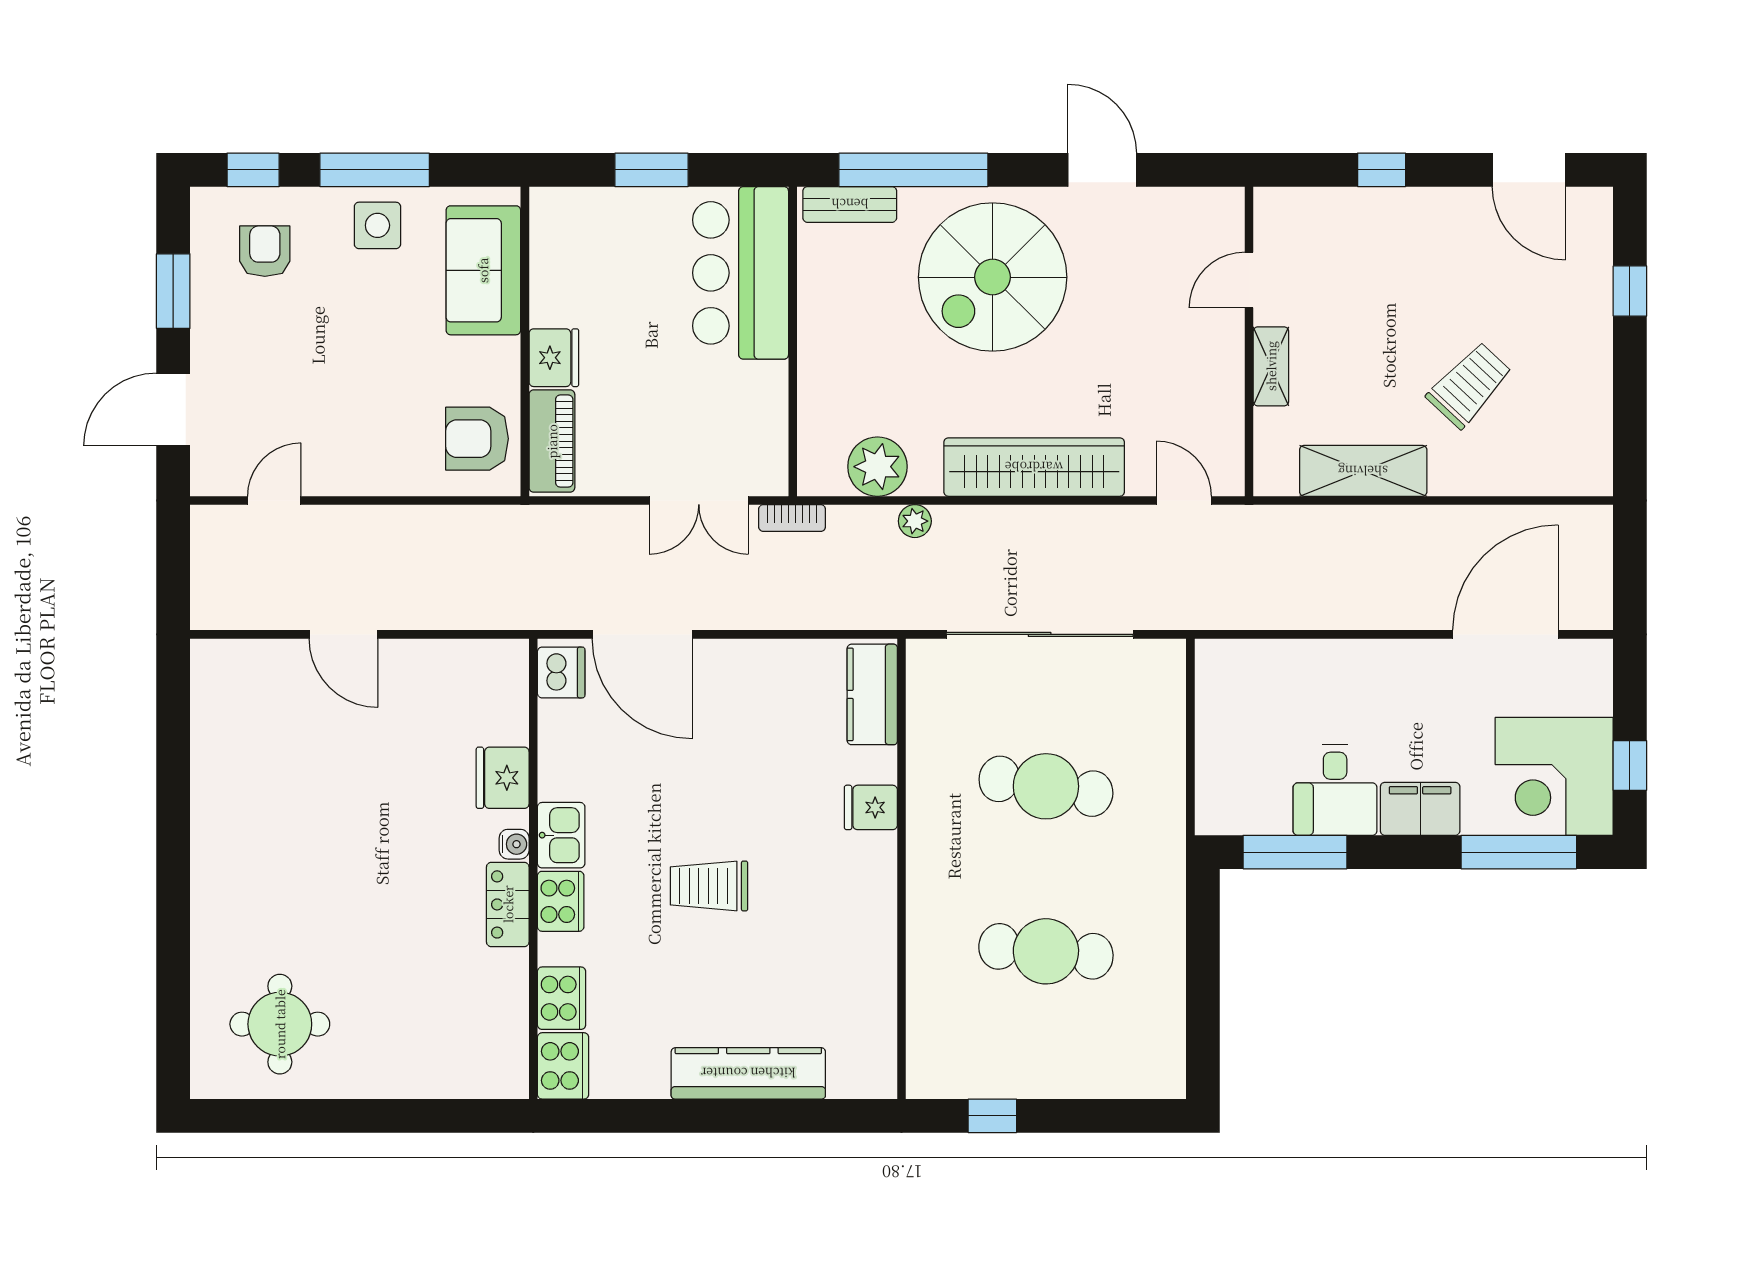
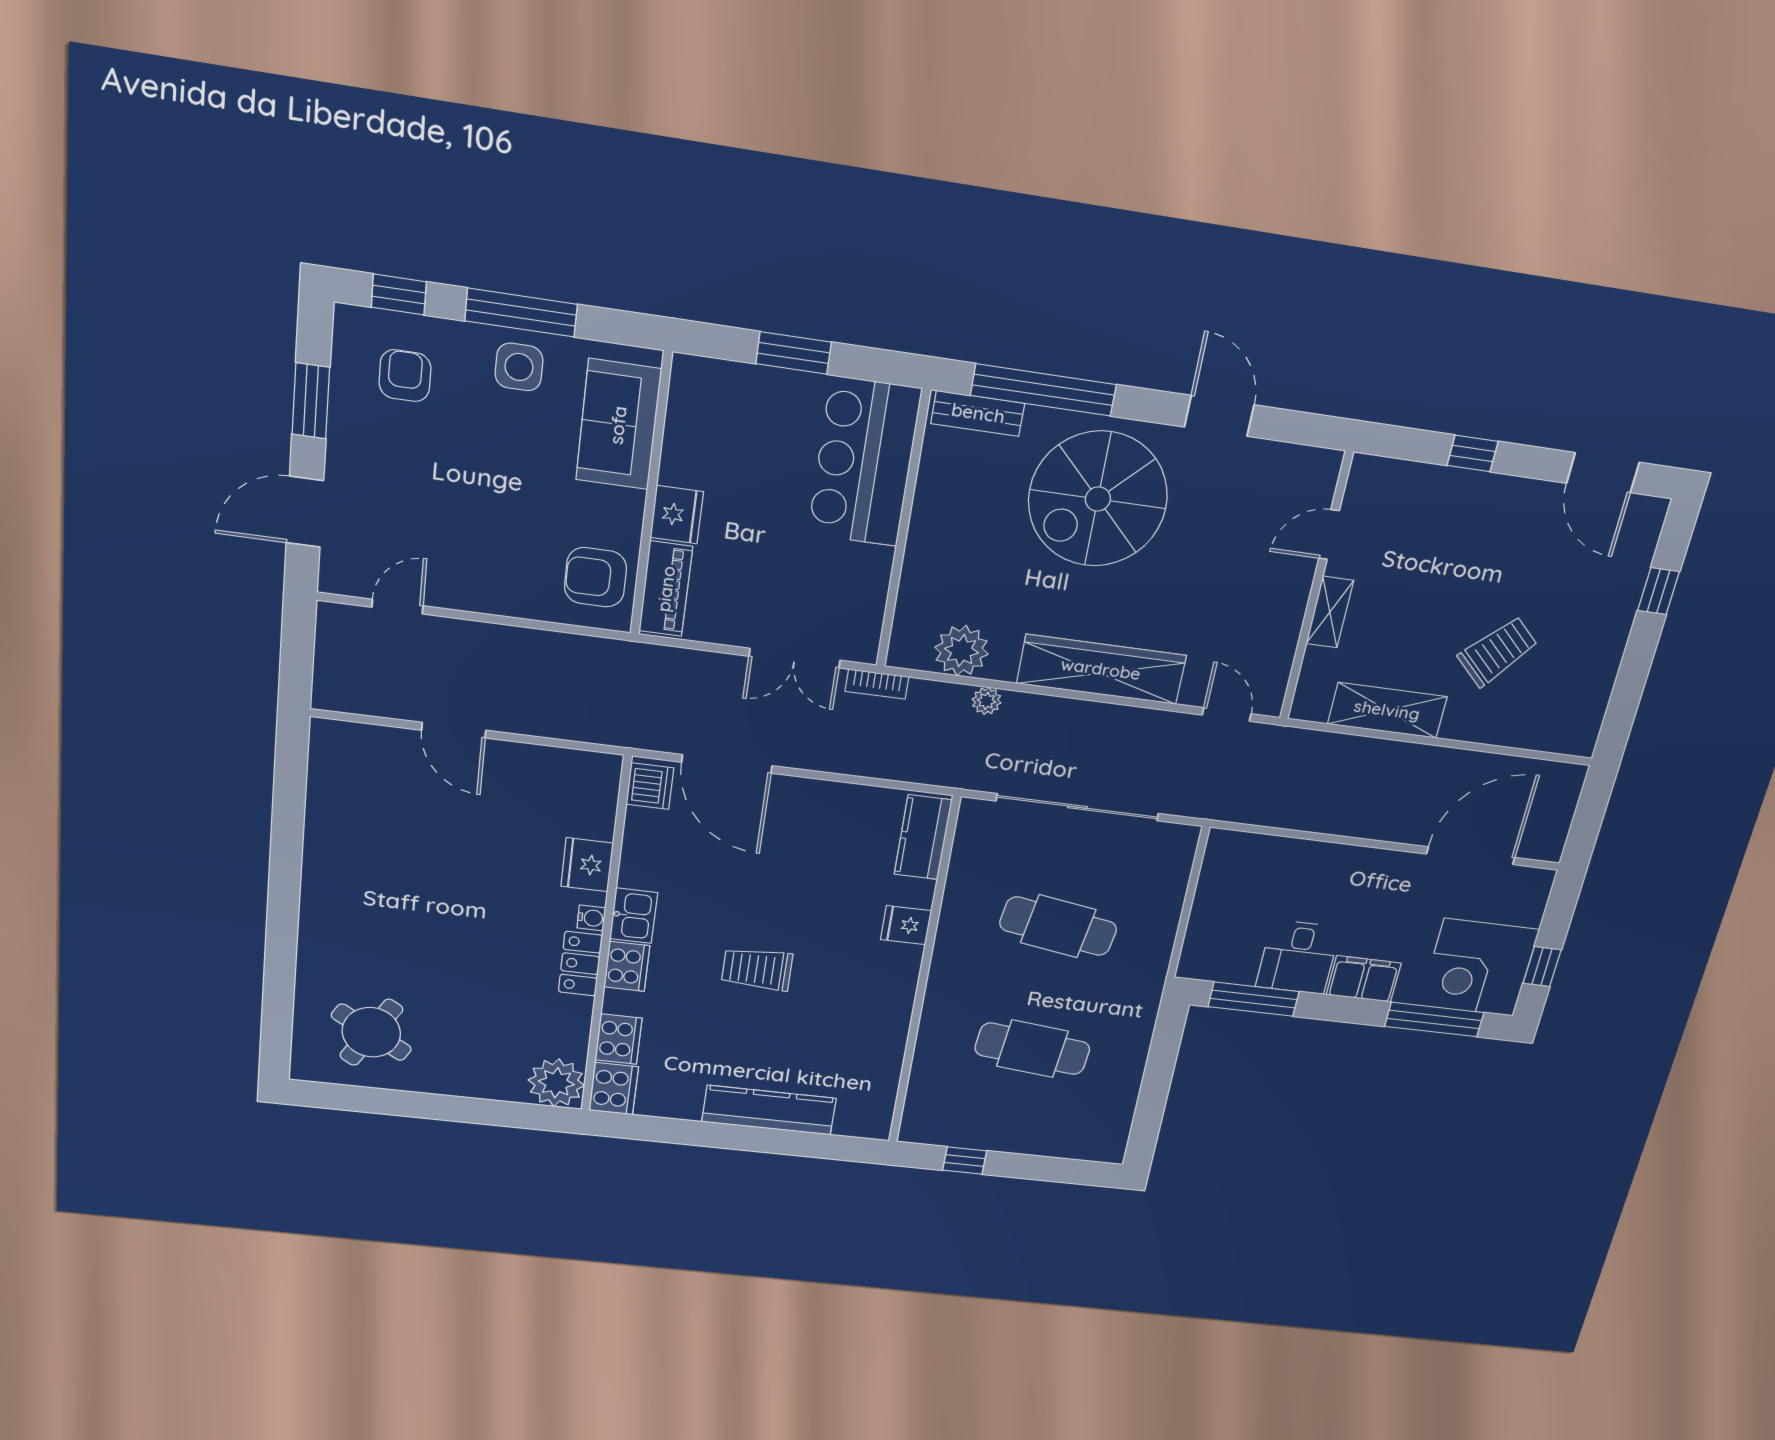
round table: (280, 1024) -> (371, 1032), turned 31
plant: (496, 1066) -> (556, 1083), added

